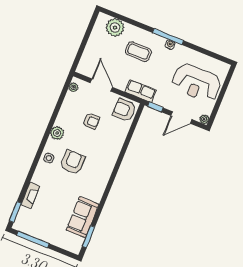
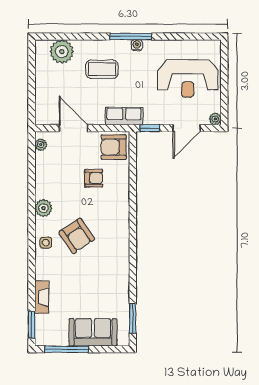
armchair: (91, 121) -> (94, 178), moved
armchair: (73, 162) -> (77, 236), turned 146
sofa: (82, 217) -> (93, 332), moved, turned 90

